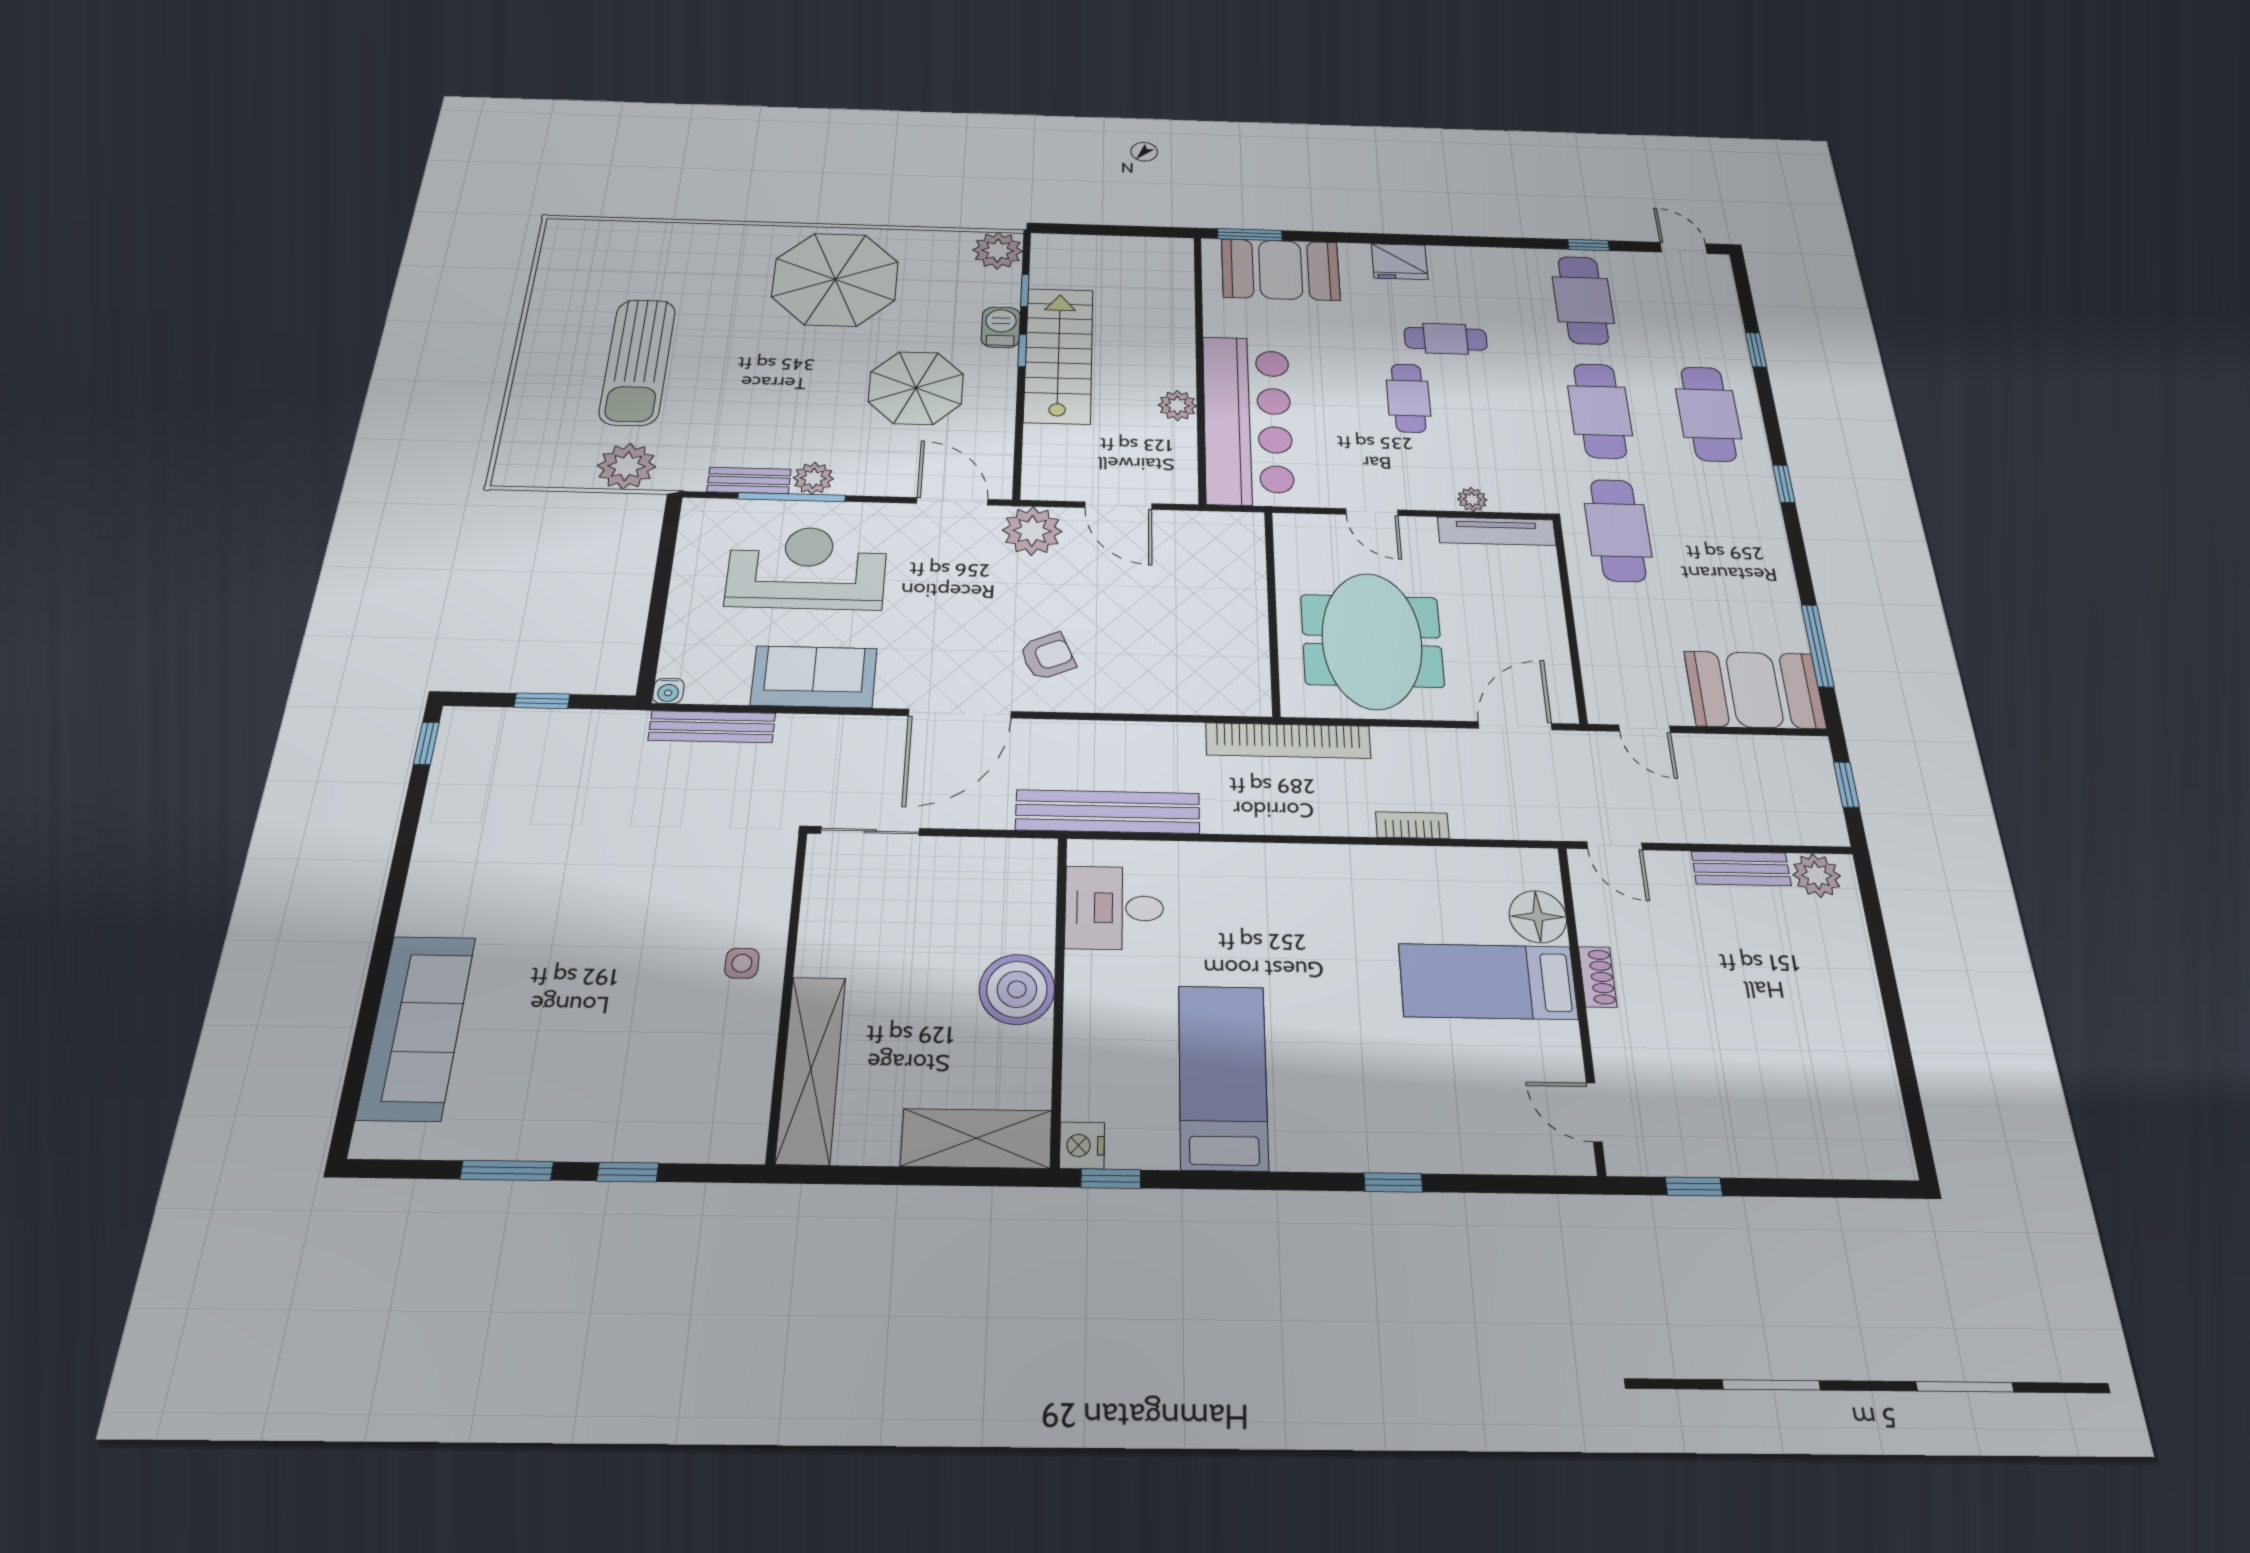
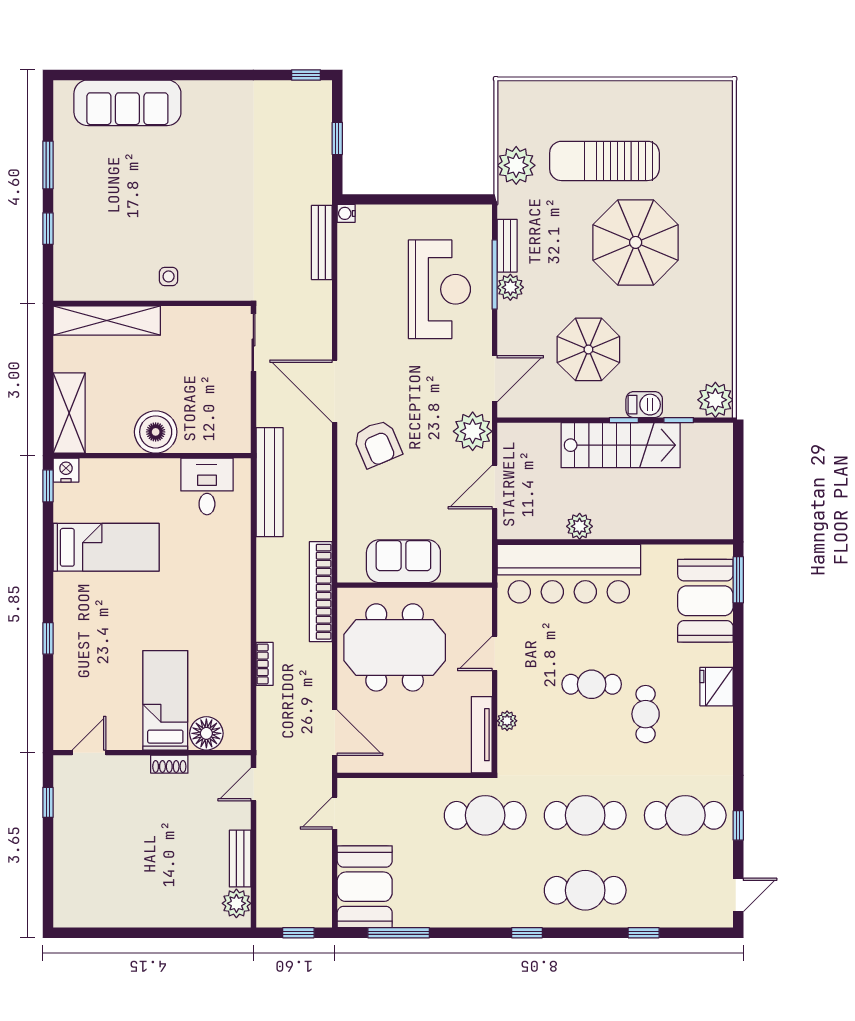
parasol: (835, 279) -> (636, 242), moved
armchair: (1048, 656) -> (377, 444), width x1.38, depth x1.38
sofa: (814, 677) -> (403, 561), moved, turned -90

